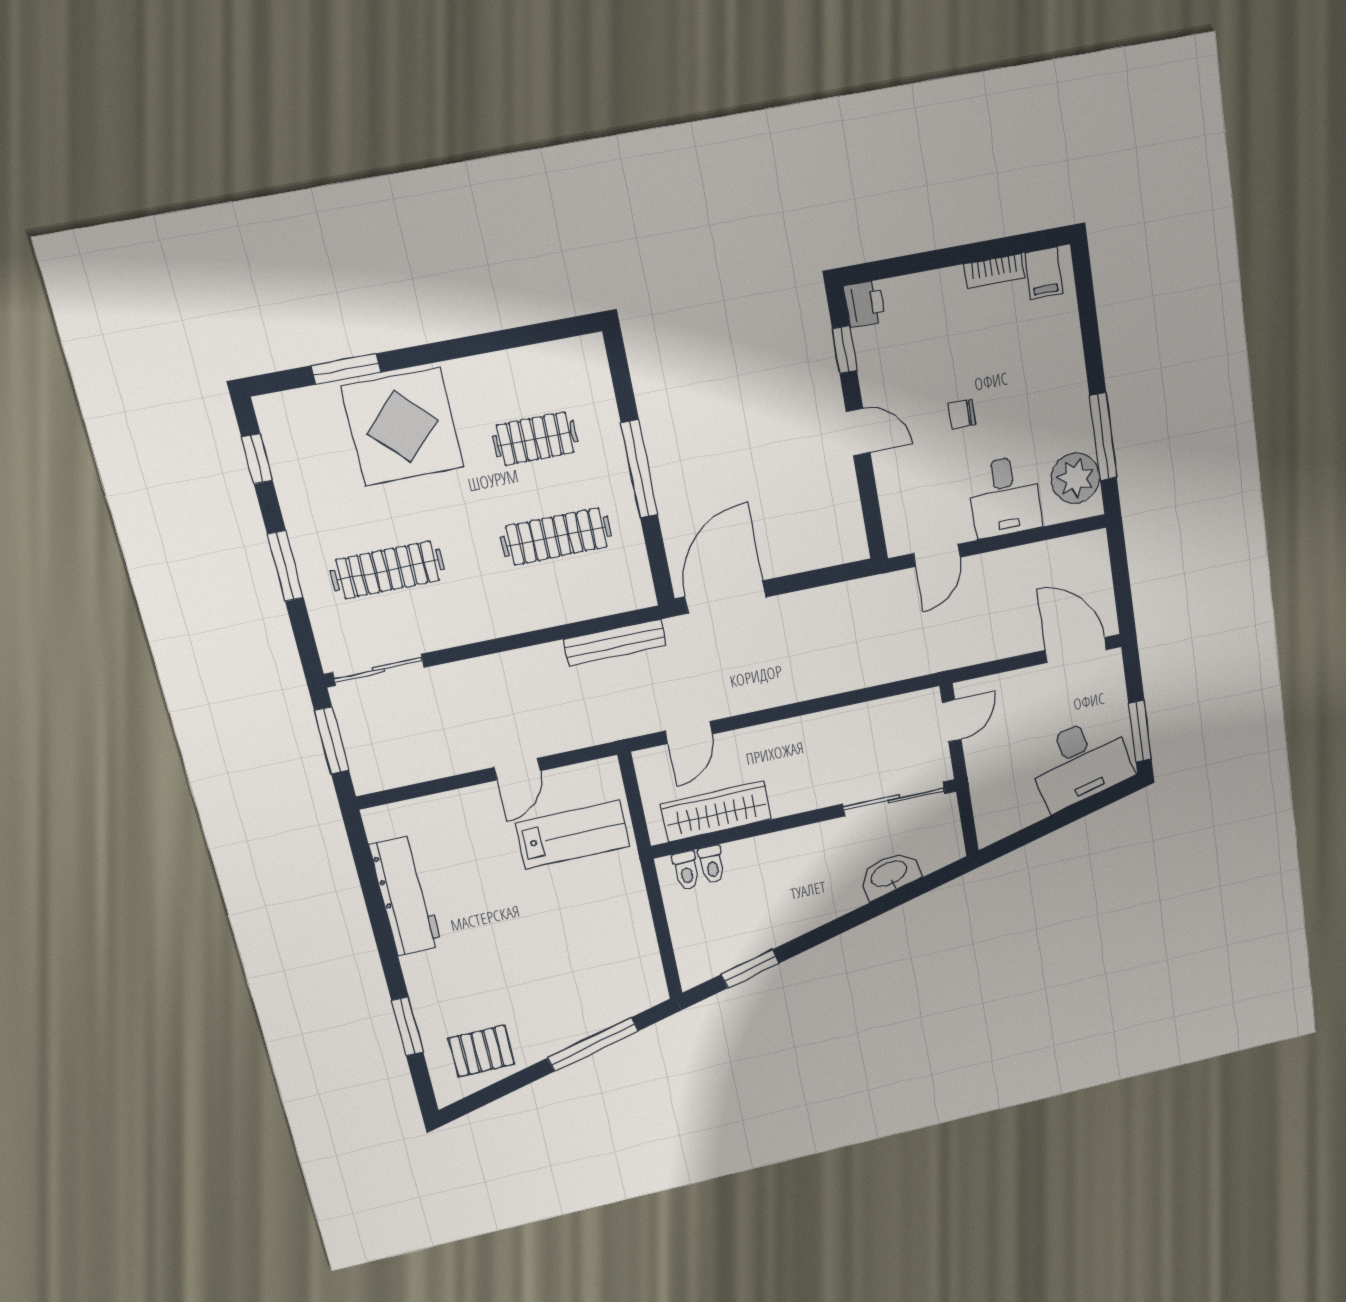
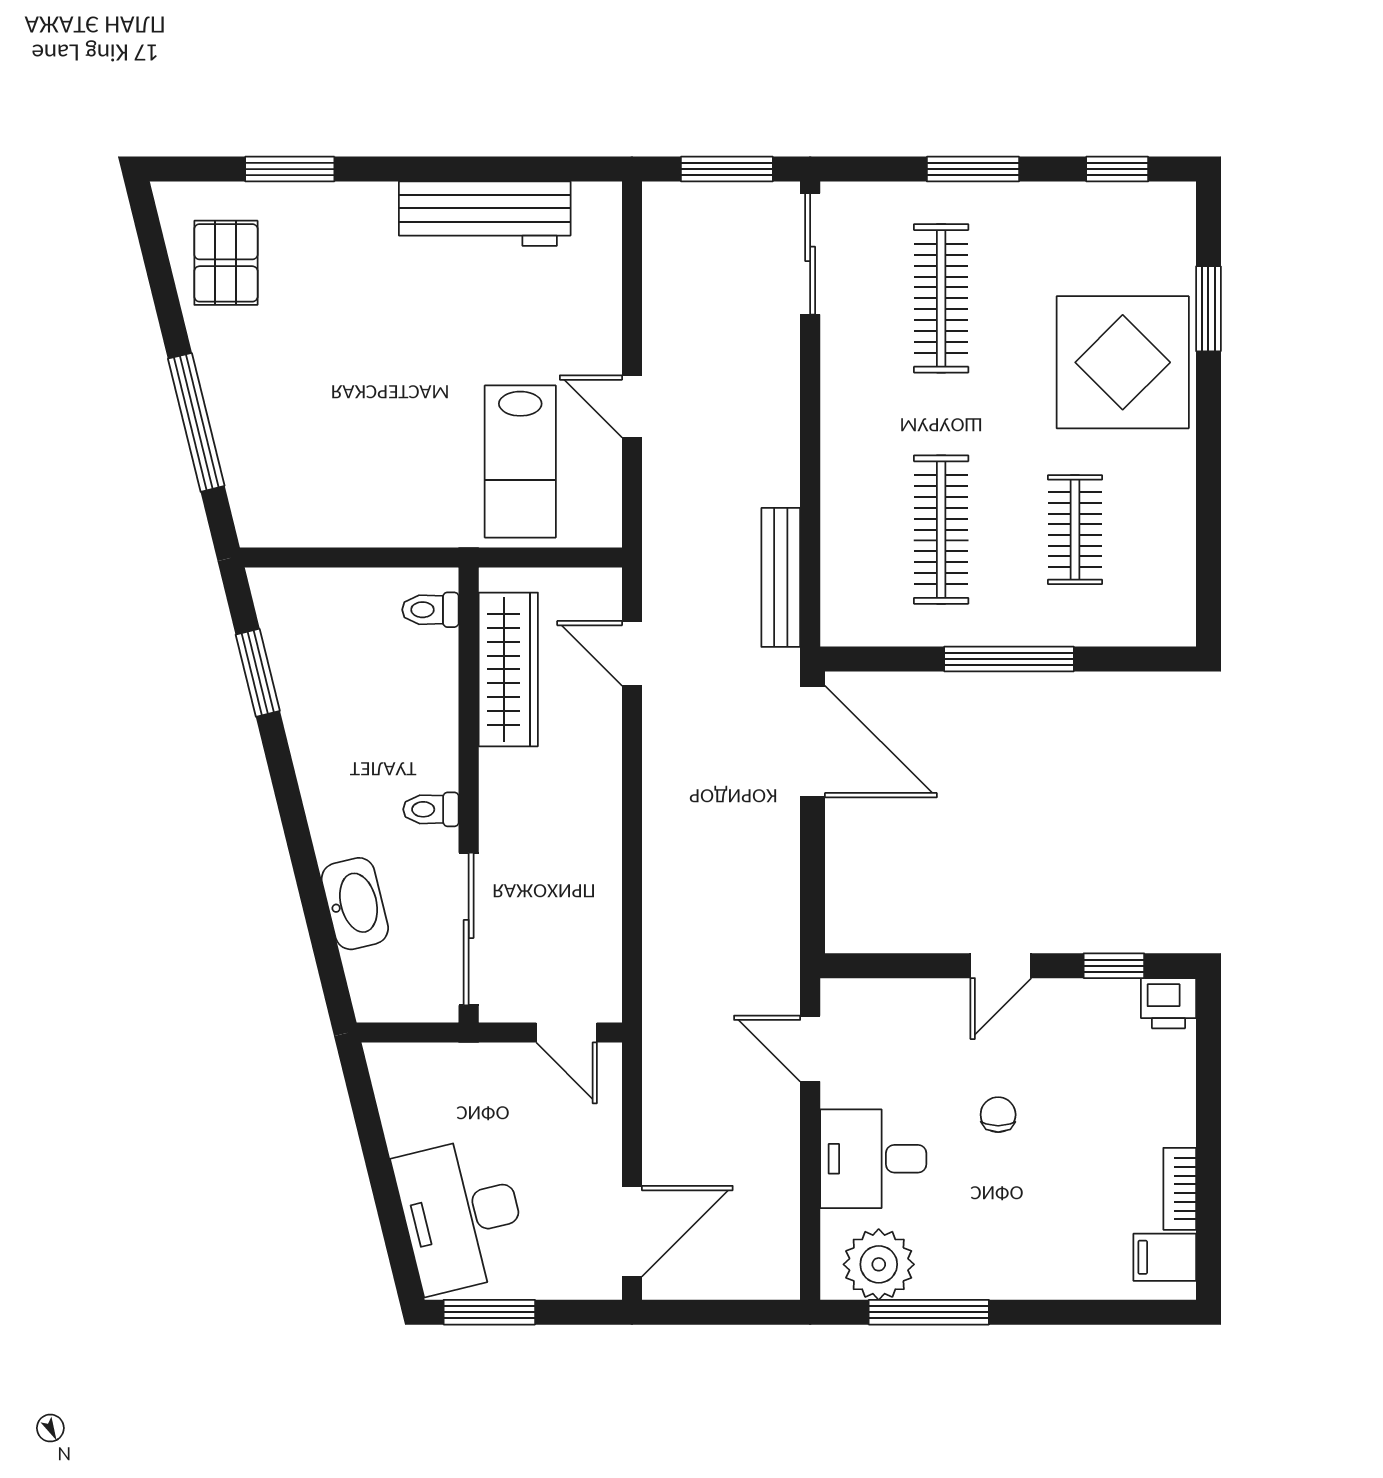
toilet: (712, 864) -> (431, 809), moved

